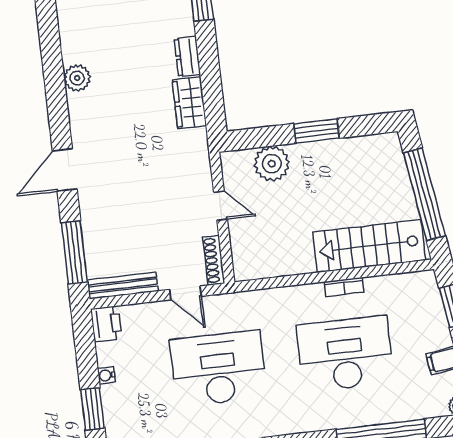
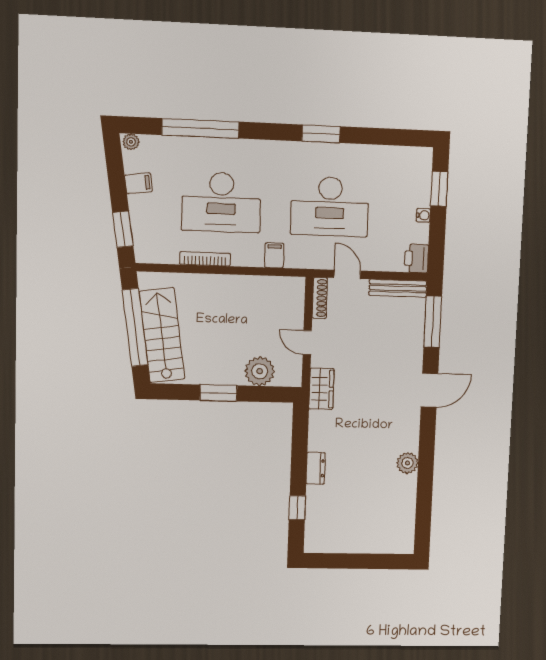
wardrobe: (189, 103) -> (321, 389), moved
stairs: (369, 246) -> (162, 335), moved, turned -98
bookcase: (344, 287) -> (205, 259), width x1.56
filing cabinet: (275, 302) -> (274, 255), added

